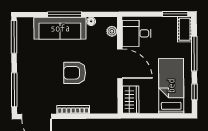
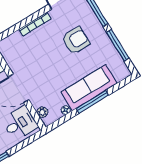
window: (14, 37) -> (118, 45), moved
armchair: (75, 73) -> (76, 40), moved

